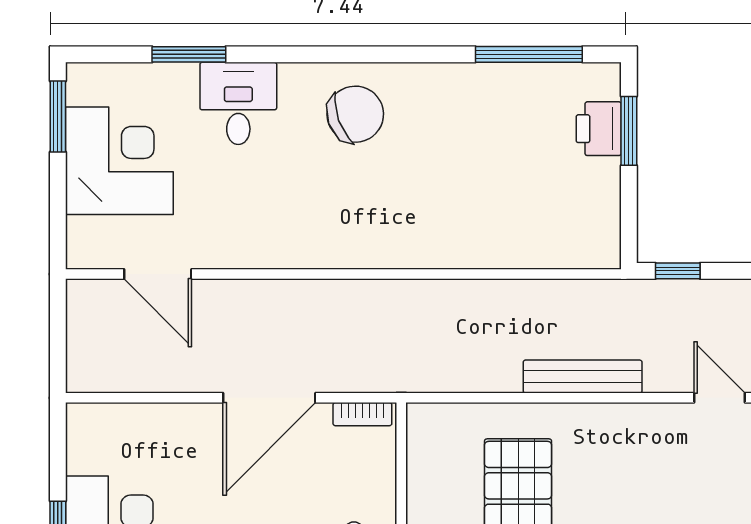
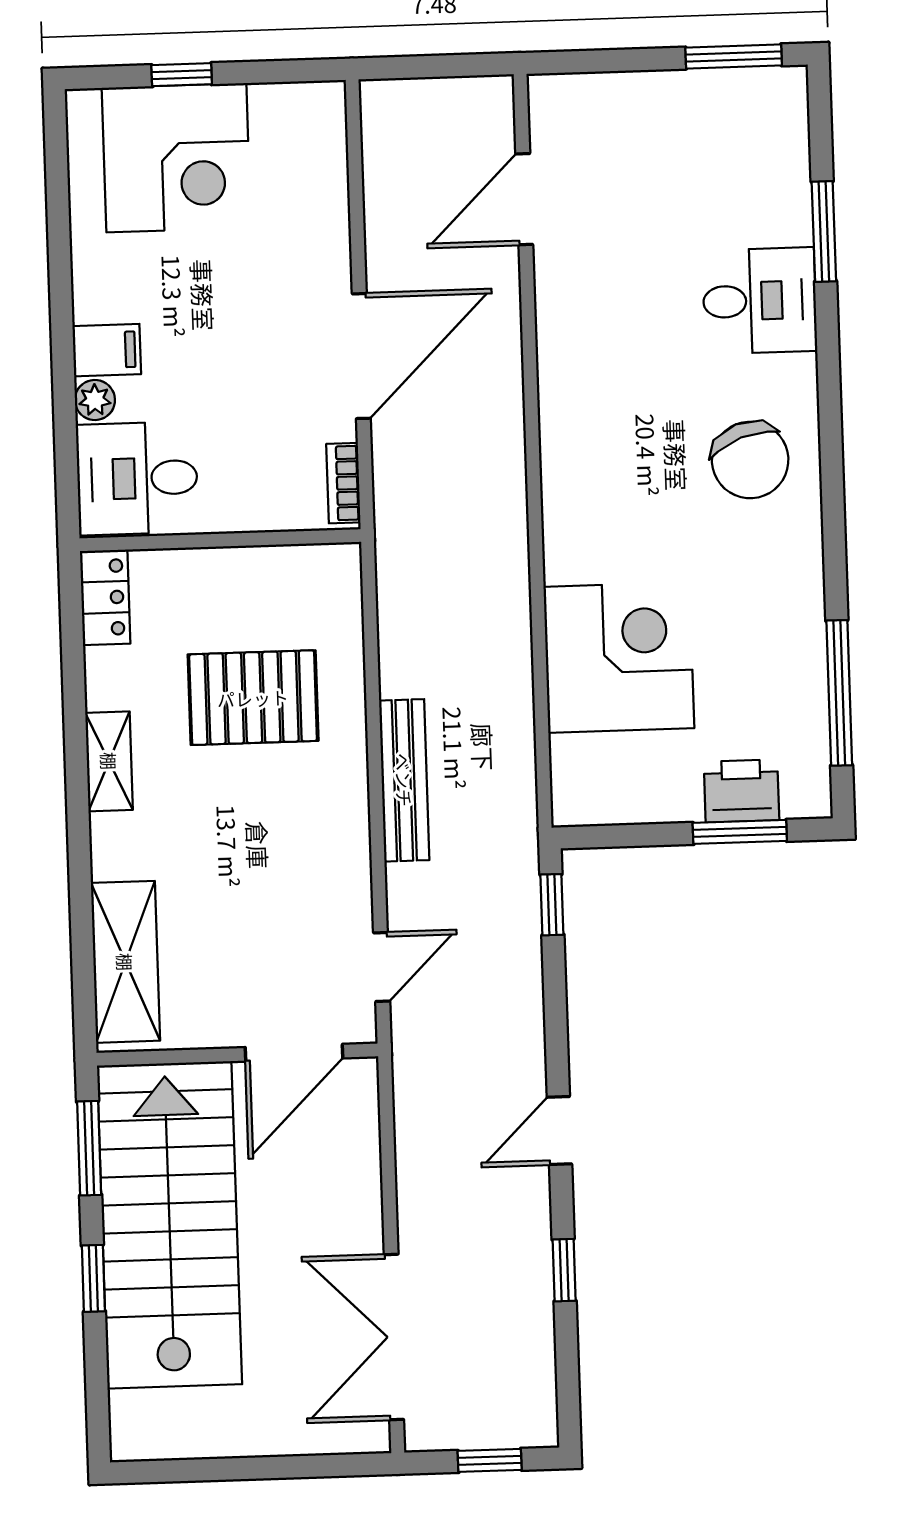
corner desk: (119, 161) -> (619, 658), moved, turned -90
door: (269, 398) -> (361, 356), swing flipped

